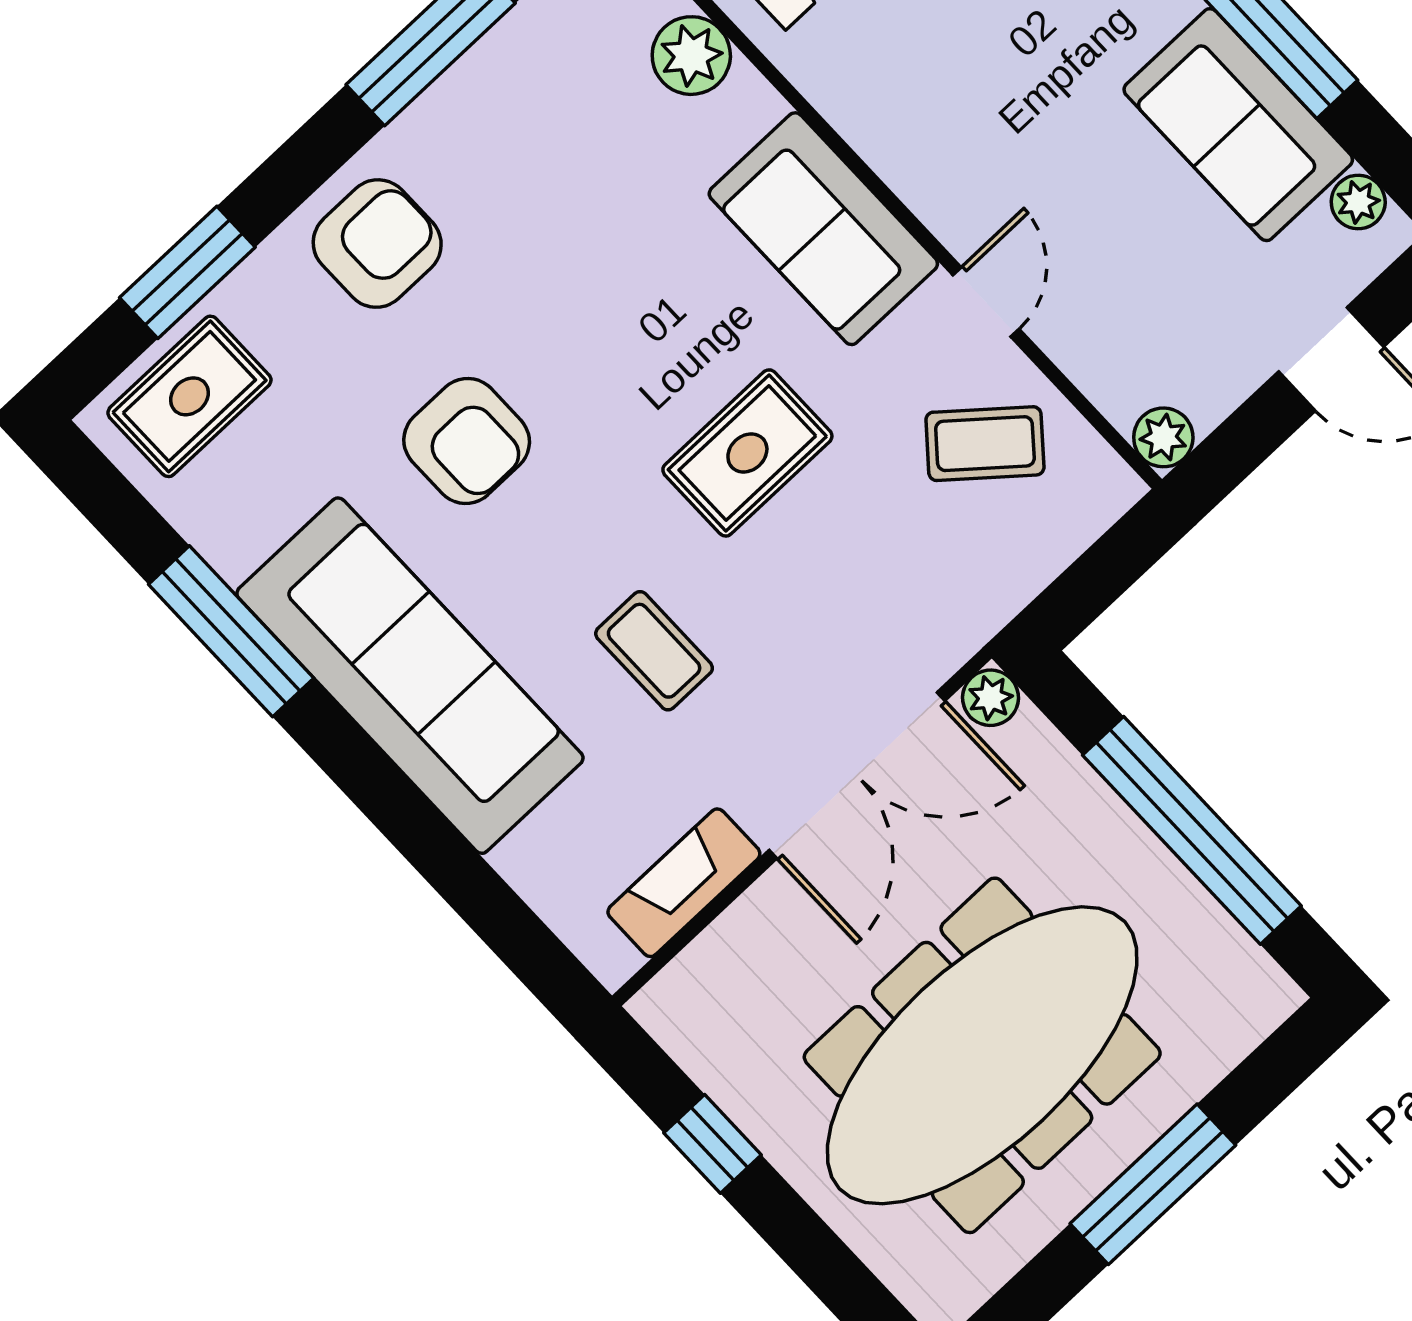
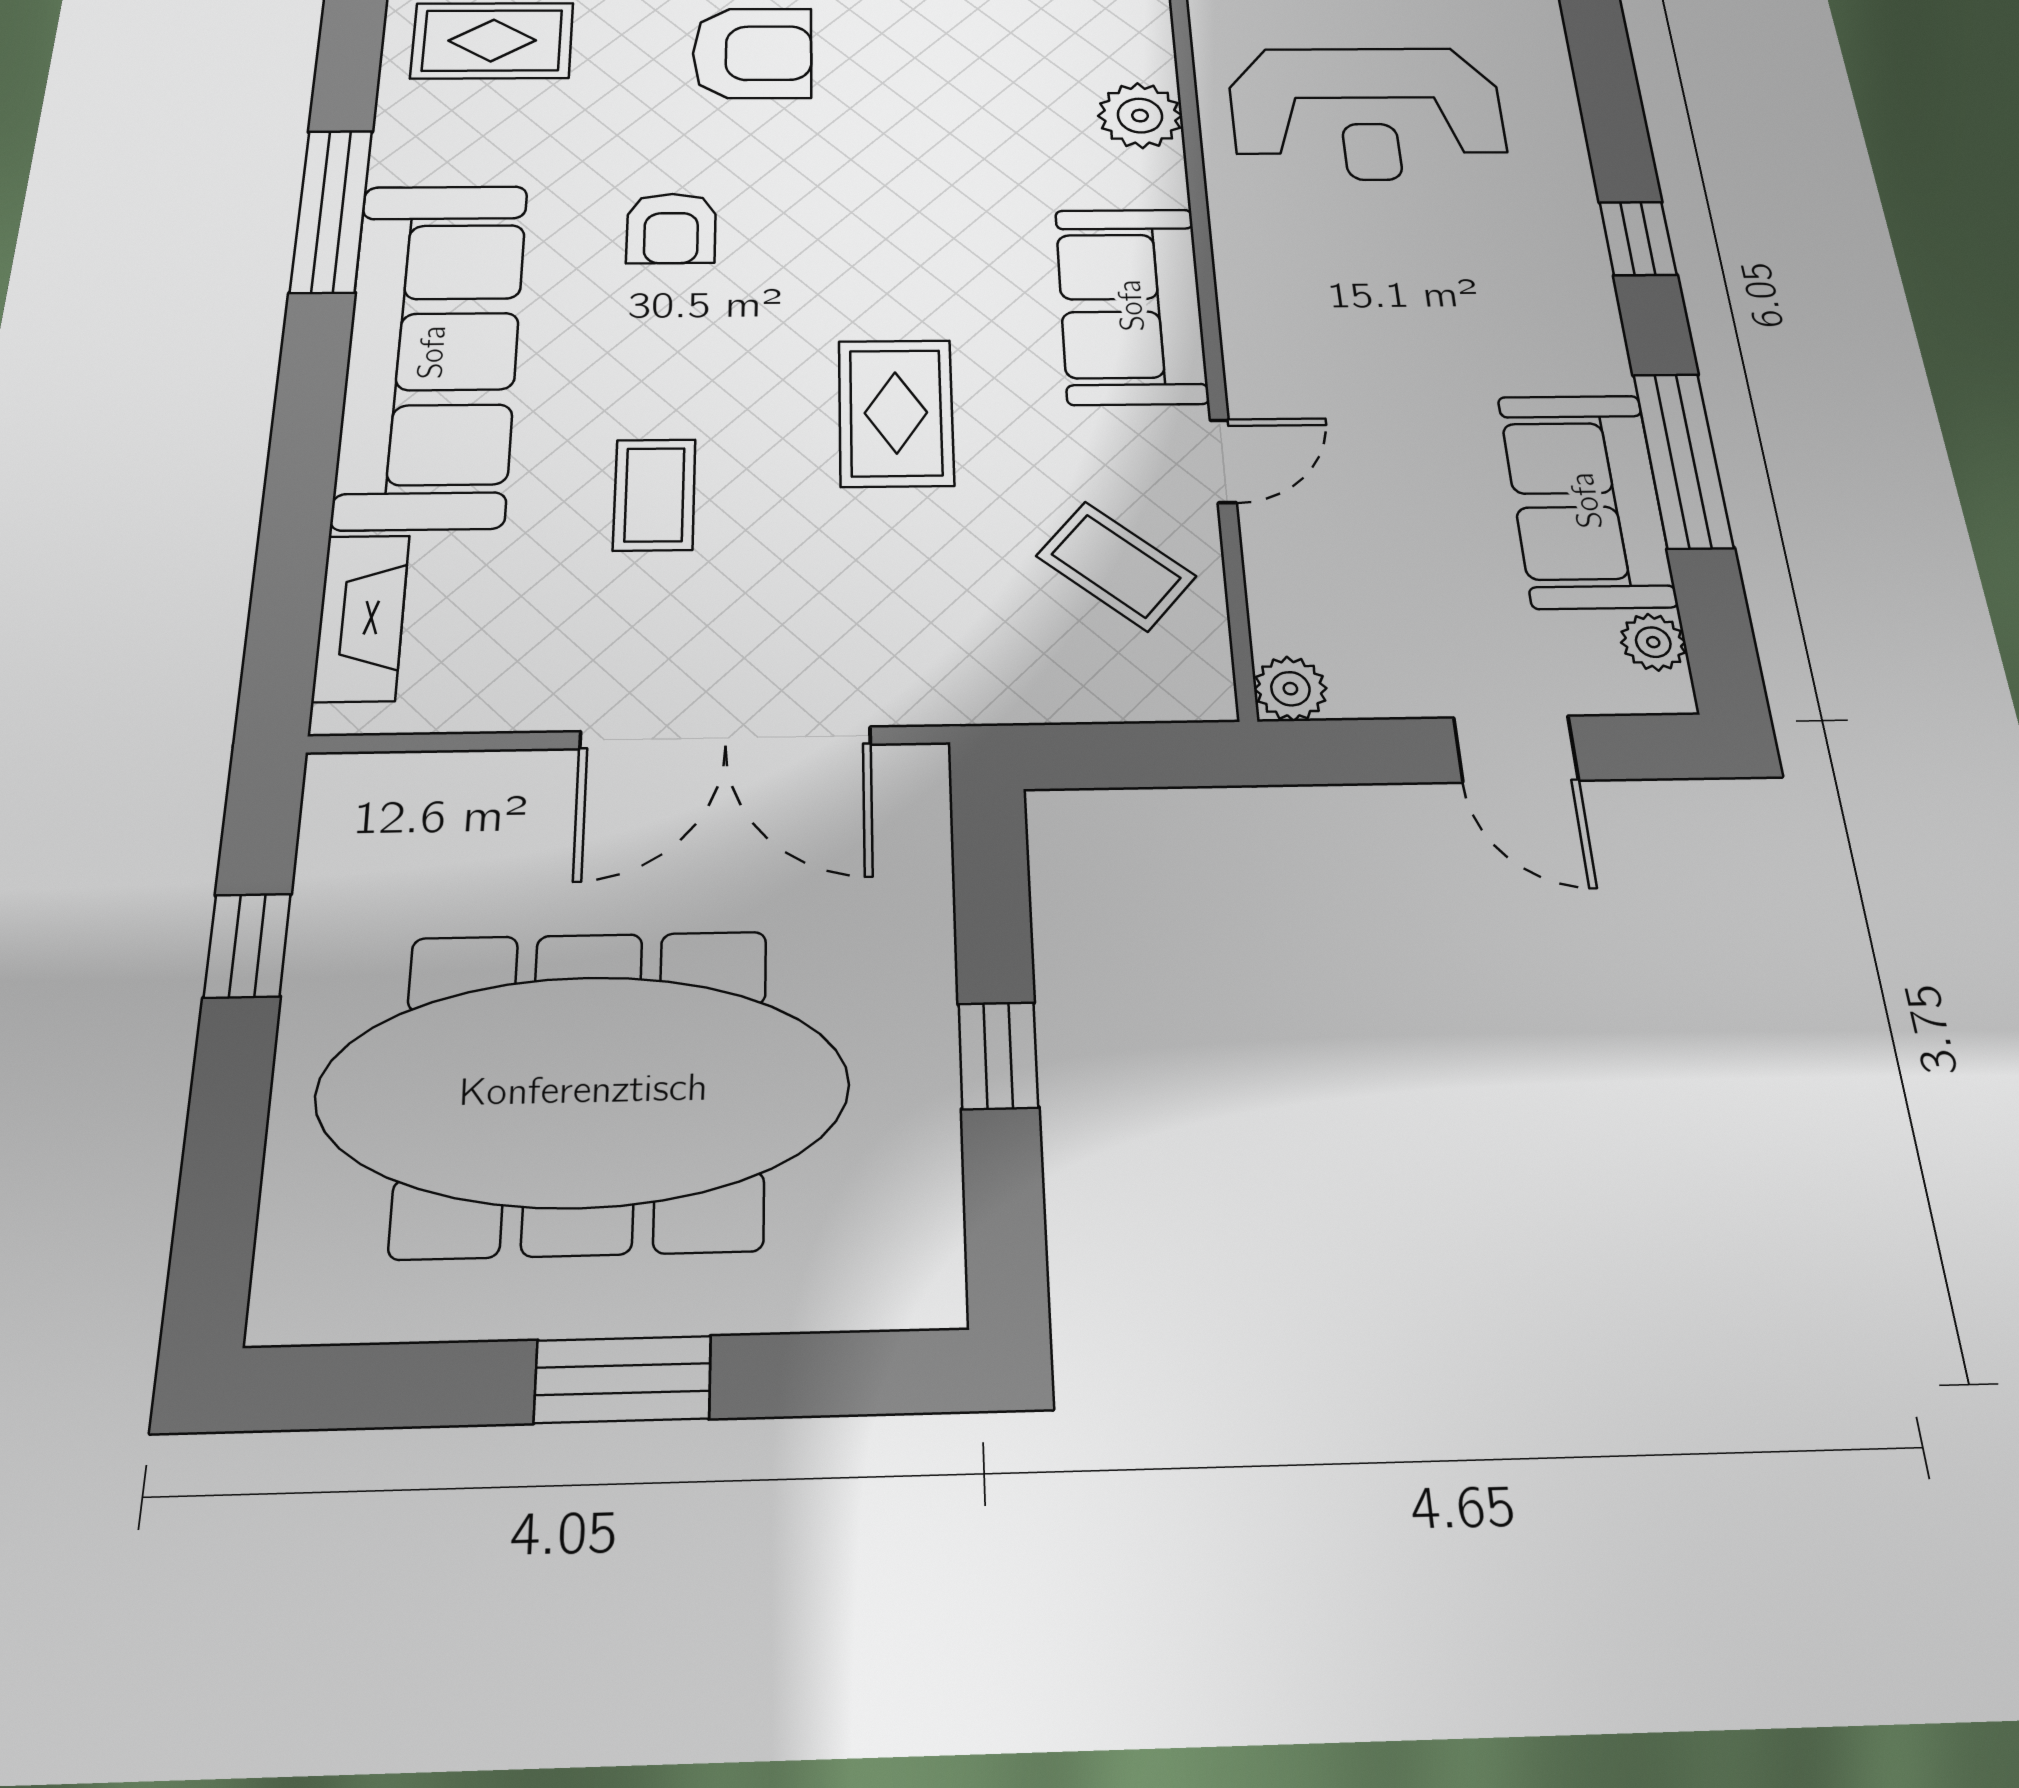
armchair: (467, 441) -> (671, 228), width x0.72, depth x0.72
rug: (747, 453) -> (896, 413), turned 90
plant: (991, 698) -> (916, 774), removed
window: (1192, 830) -> (998, 1055), width x0.32
fireplace: (684, 883) -> (361, 618), moved, turned 90
window: (1153, 1184) -> (623, 1379), width x0.69

